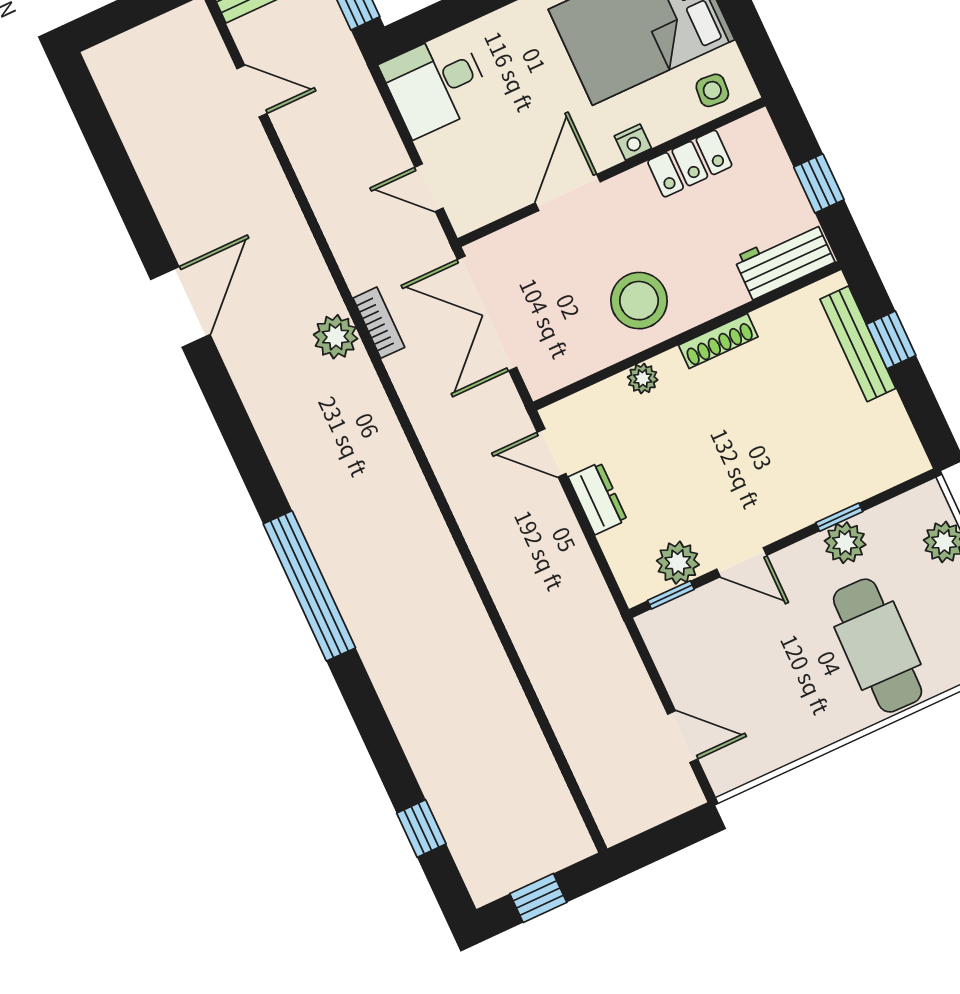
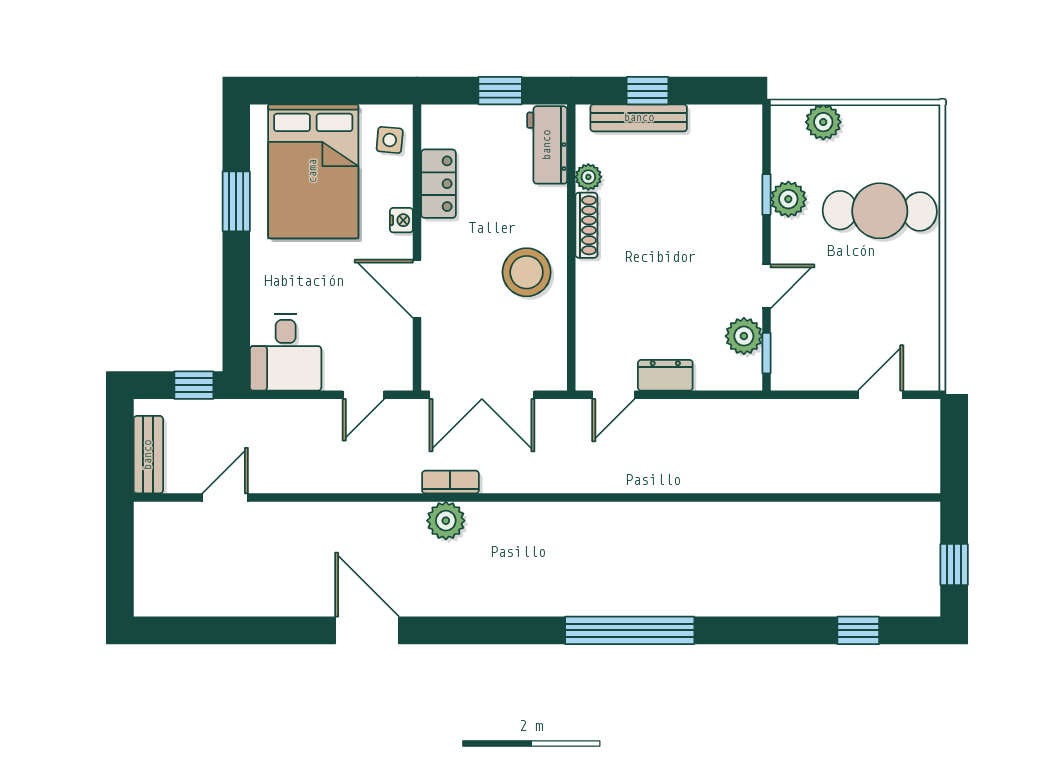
plant: (643, 379) -> (588, 177), moved

